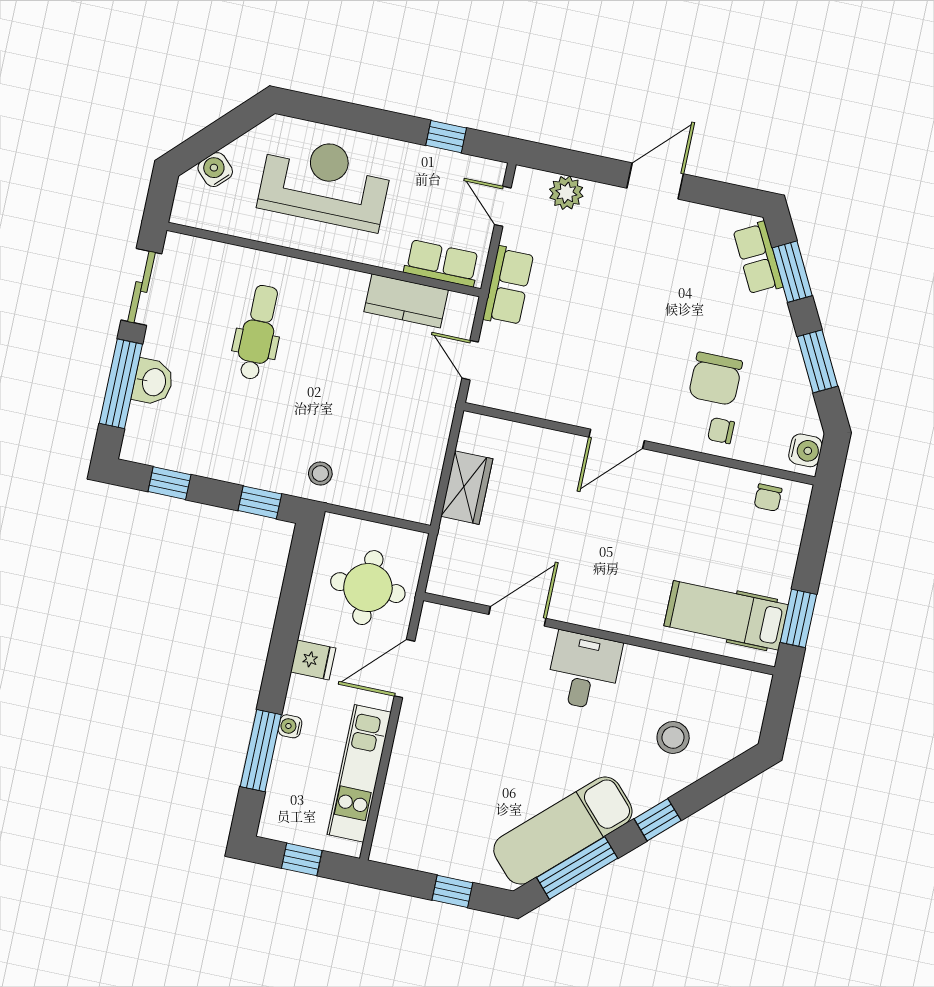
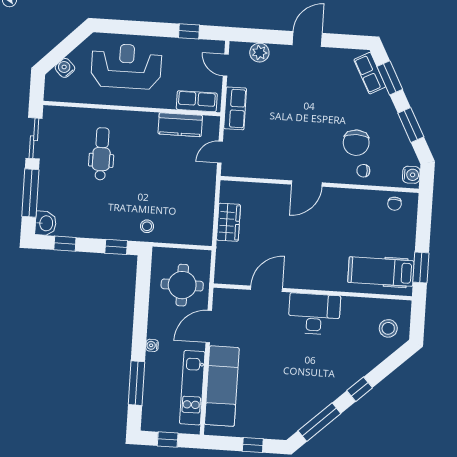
door: (470, 360) -> (220, 152), hinge flipped
washbasin: (153, 382) -> (46, 223), moved
fridge: (313, 660) -> (158, 329), removed
desk: (584, 671) -> (314, 314), width x1.37
water cooler: (290, 726) -> (152, 345), moved
stool: (673, 737) -> (388, 328), moved
exam couch: (563, 831) -> (222, 386), moved, turned 133

